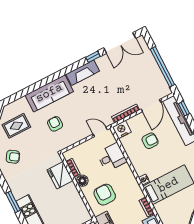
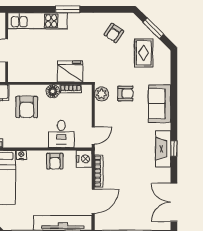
window: (93, 57) -> (174, 149), moved
sofa: (49, 93) -> (160, 104), width x0.73
door: (151, 106) -> (93, 201), swing flipped
armchair: (150, 141) -> (55, 161), moved
plant: (65, 142) -> (102, 94), added
armchair: (105, 195) -> (27, 107), turned 90

